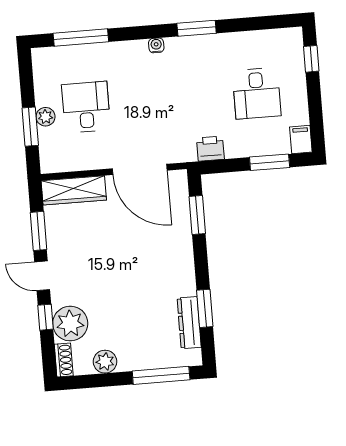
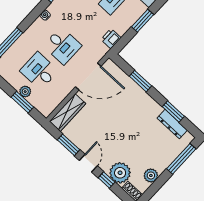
desk: (143, 102) -> (62, 46), added
window: (197, 215) -> (140, 81), moved
door: (42, 276) -> (88, 163), swing flipped

